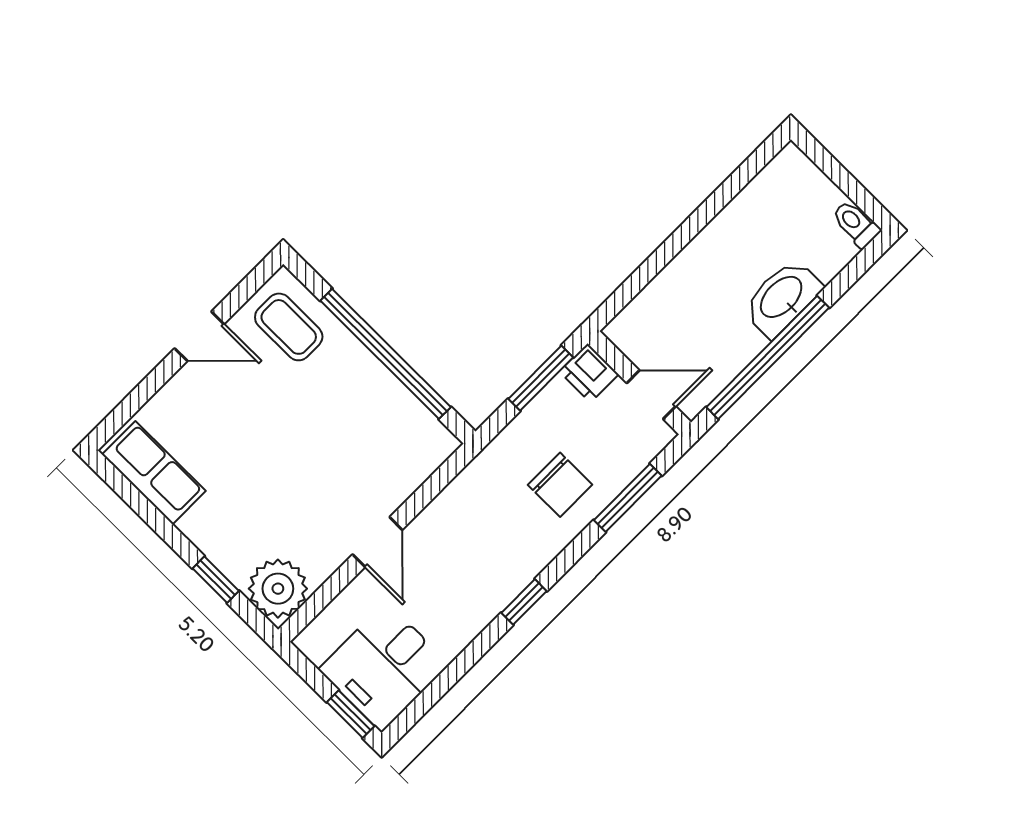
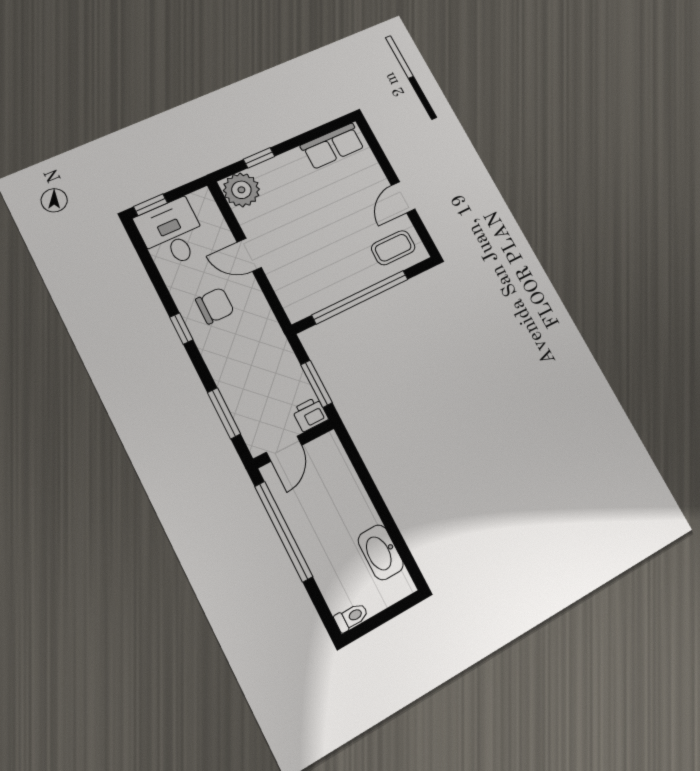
washbasin: (782, 298) -> (381, 552), moved, turned 180
chair: (560, 485) -> (215, 306), moved, turned 180

